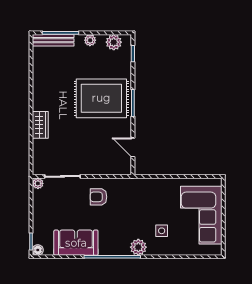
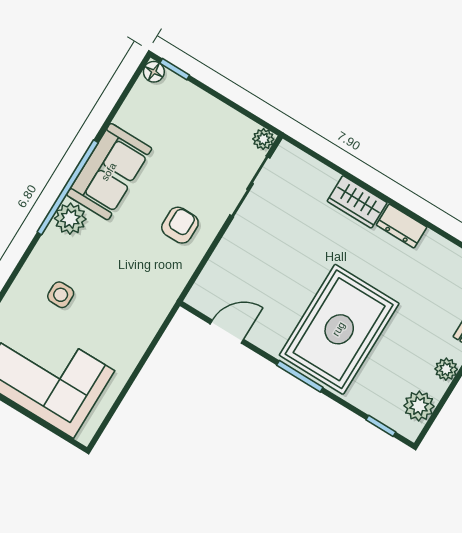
dresser: (39, 99) -> (402, 226), added
sofa: (76, 243) -> (109, 172), moved
plant: (138, 247) -> (70, 219), moved

